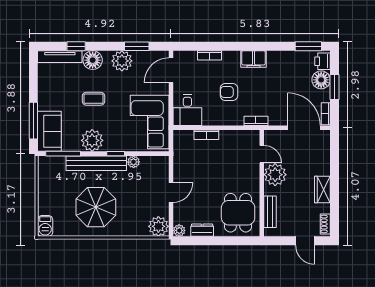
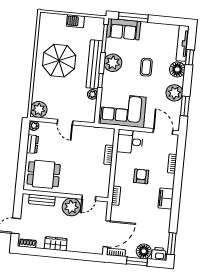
barbecue: (45, 226) -> (75, 21), moved

